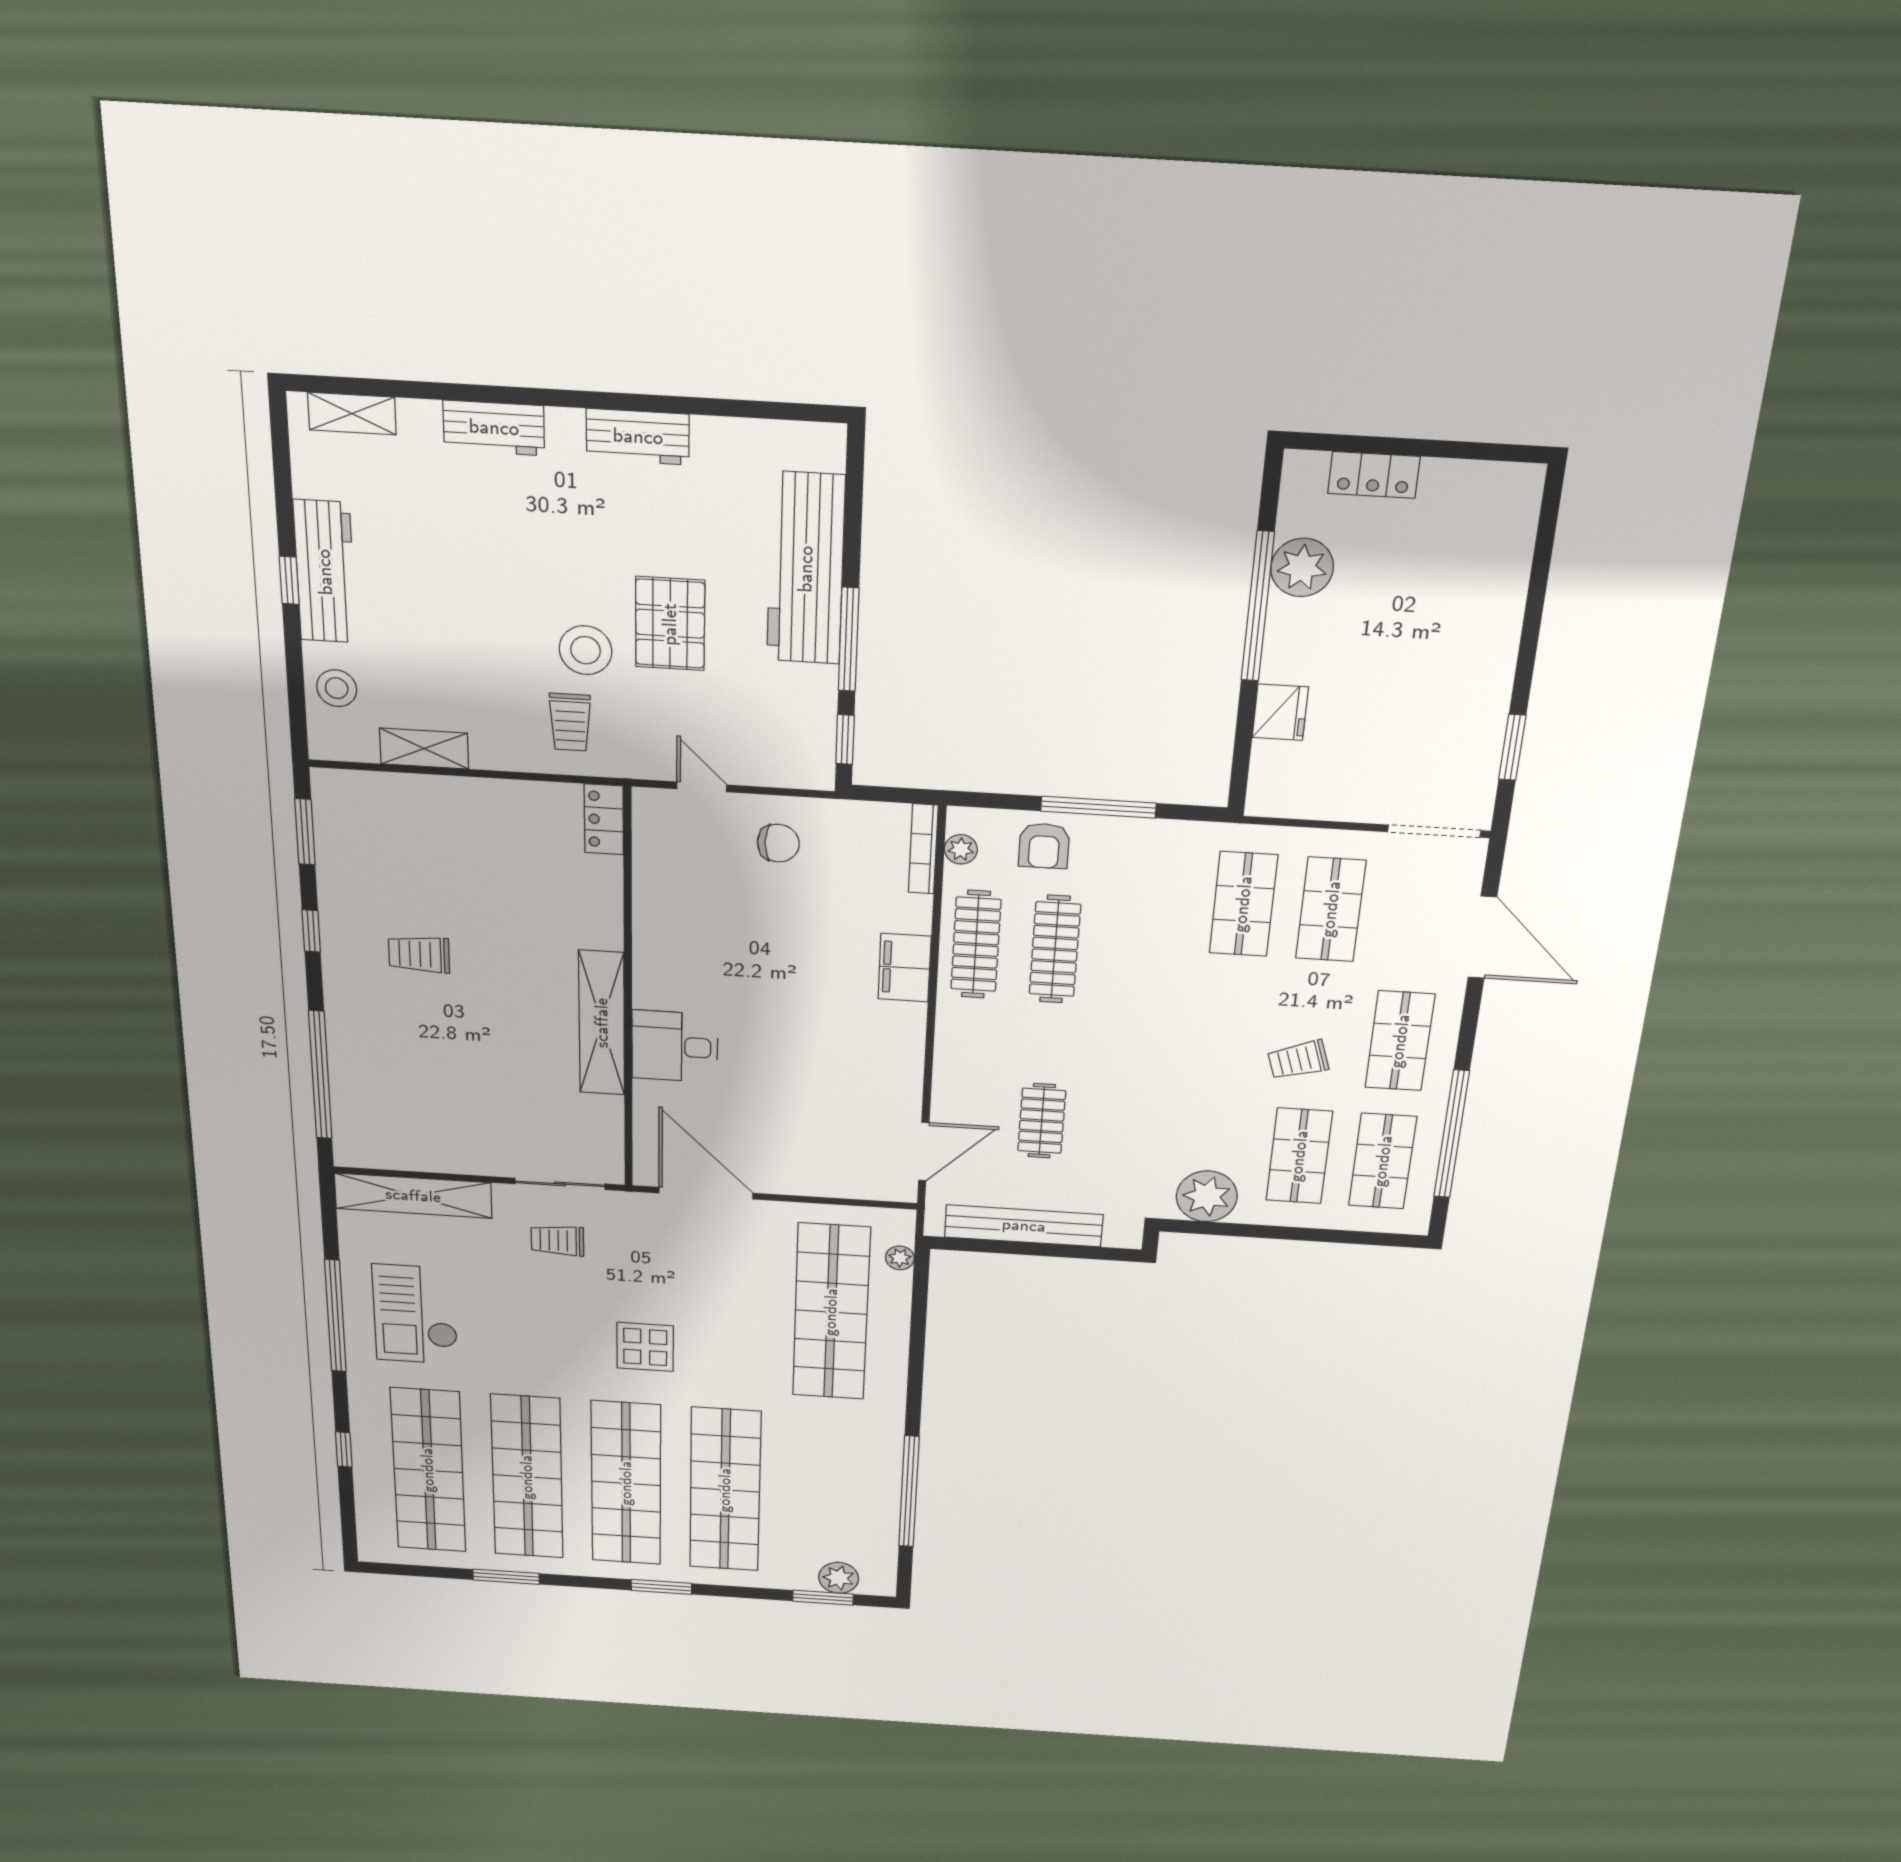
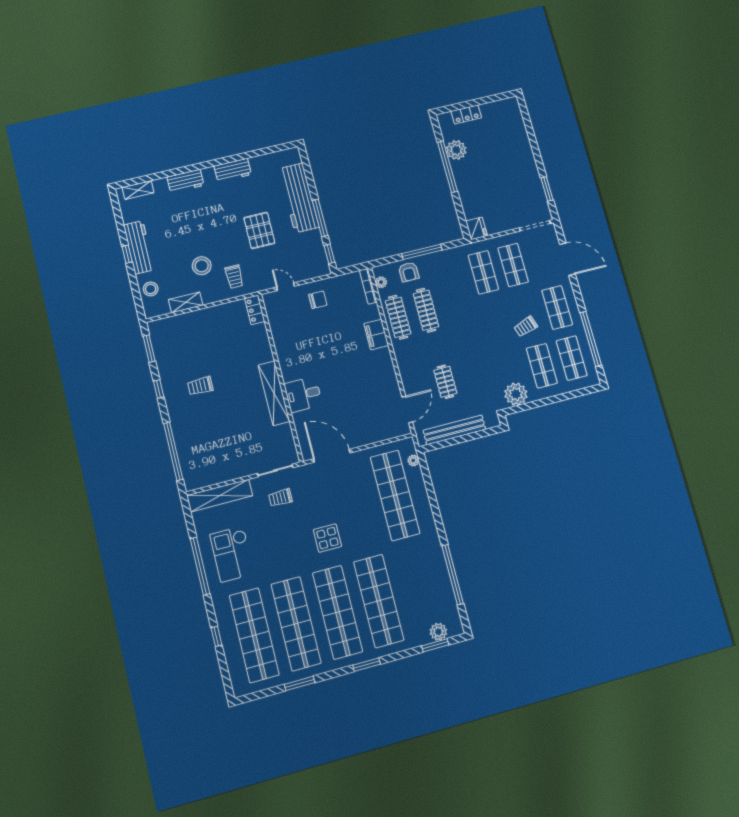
stool: (586, 650) -> (202, 266), moved
fridge: (1280, 712) -> (476, 228), moved

